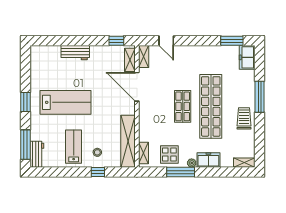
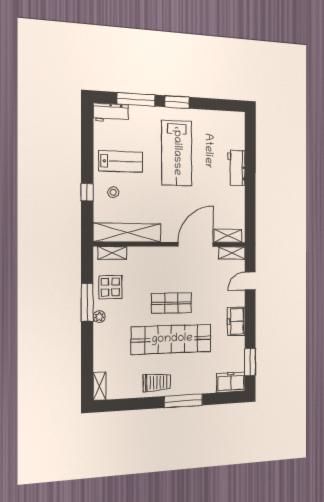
window: (116, 41) -> (250, 219), removed
window: (25, 145) -> (136, 99), moved
freezer: (208, 160) -> (236, 321), moved, turned 180

